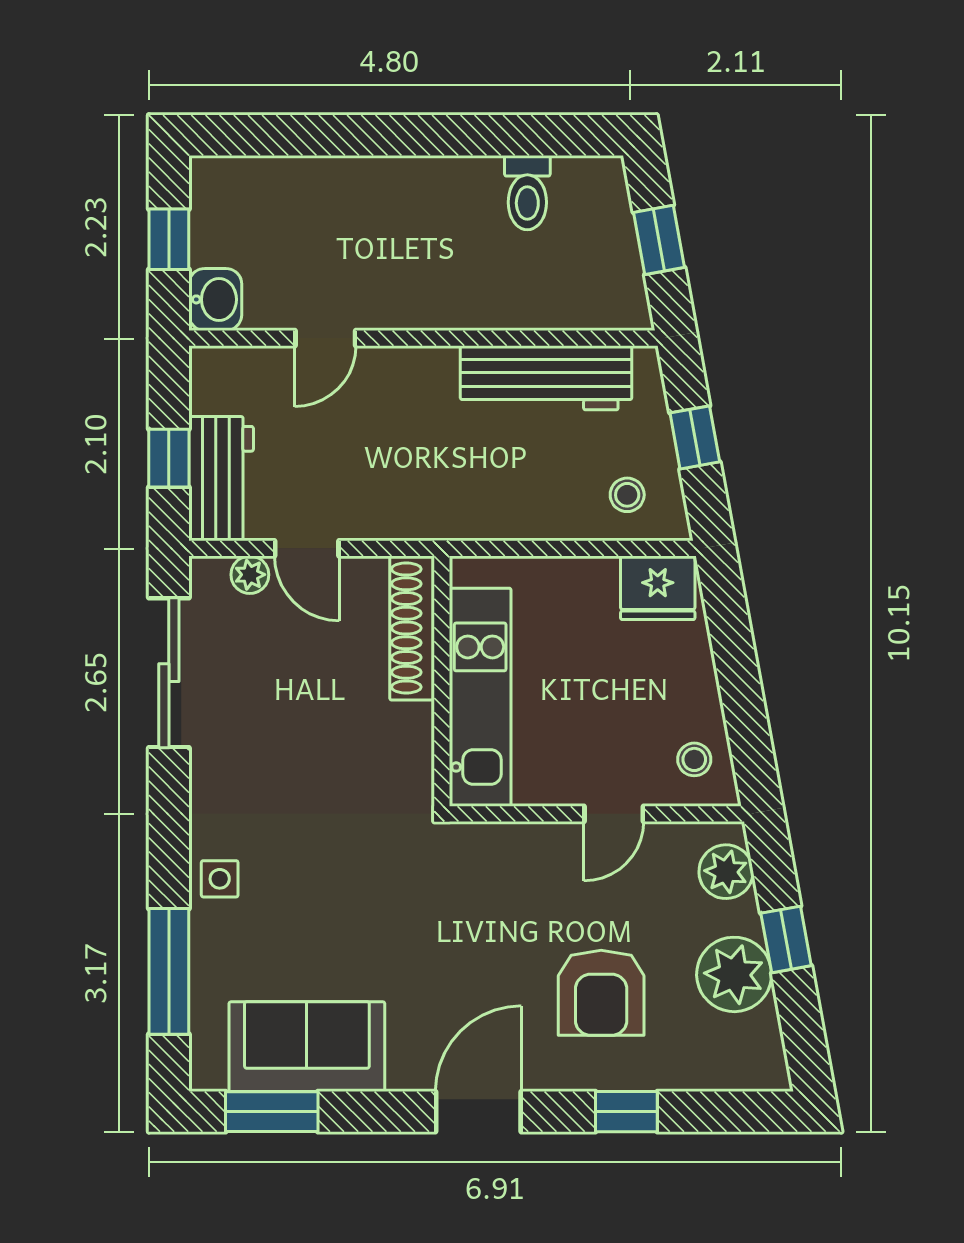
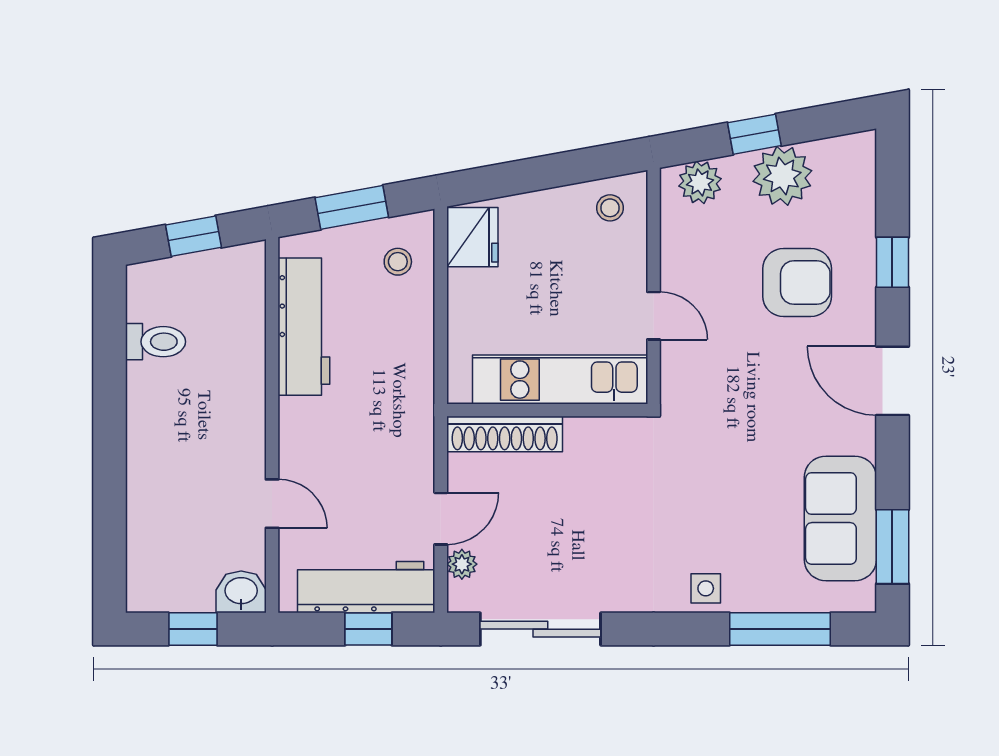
window: (695, 437) -> (352, 207), width x1.50
workbench: (221, 479) -> (366, 587), width x1.38
door: (614, 814) -> (654, 316), moved

